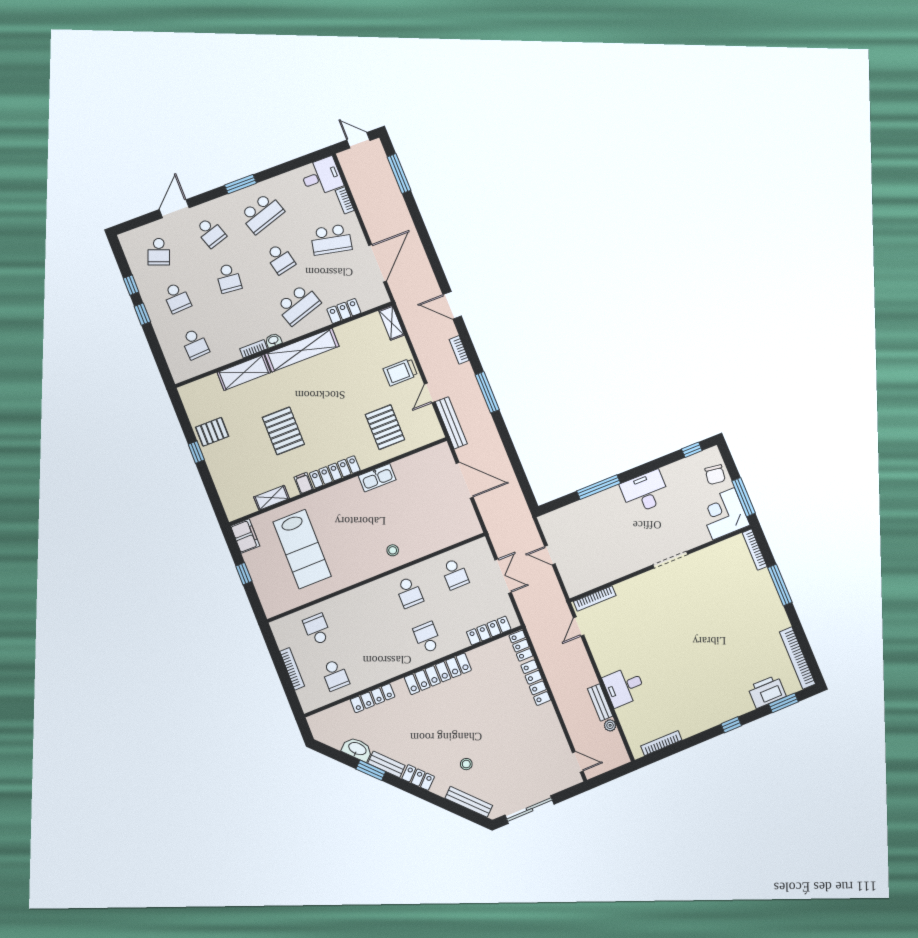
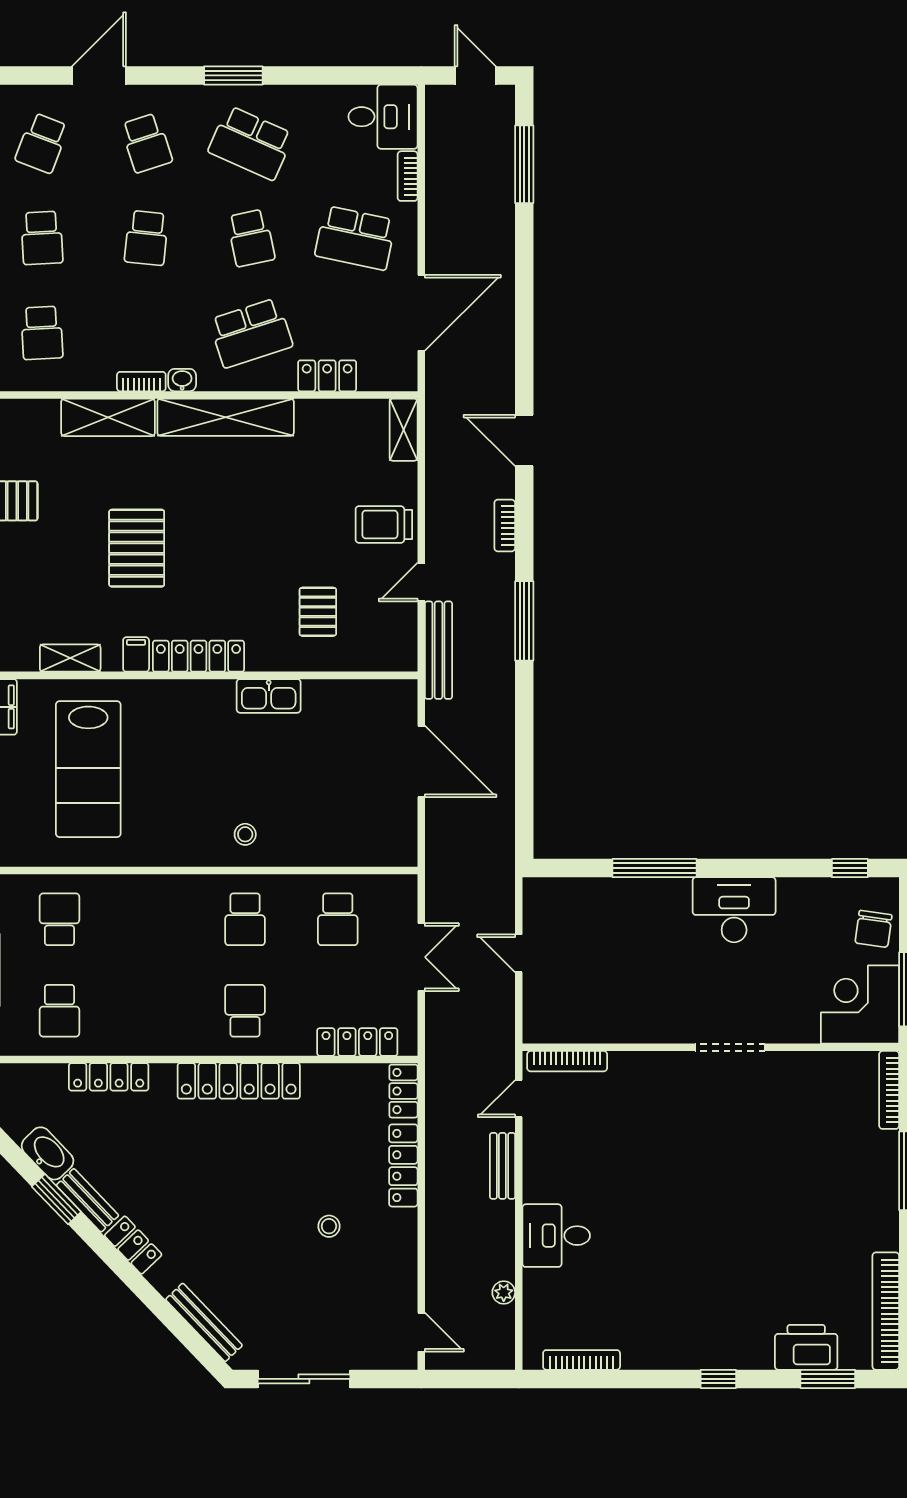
school desk: (262, 213) -> (251, 143), turned 42
pallet: (385, 427) -> (318, 612), width x0.67, depth x0.71
bench: (600, 702) -> (502, 1166), moved
stool: (466, 764) -> (329, 1226), moved

